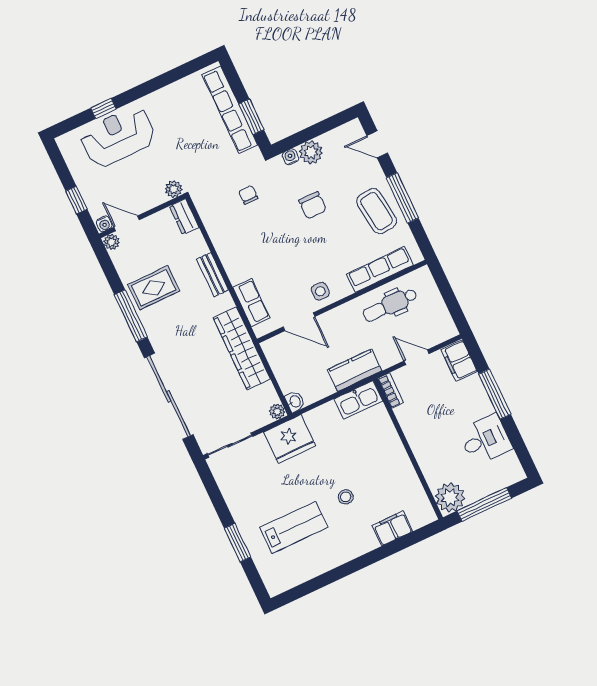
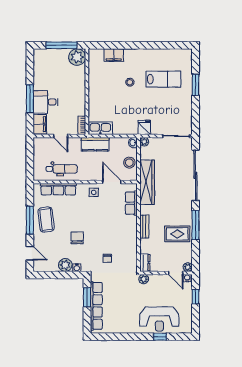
stool: (285, 367) -> (129, 163), added
fridge: (290, 439) -> (144, 127), width x0.53, depth x0.75
desk: (485, 440) -> (46, 102), moved
lab bench: (294, 527) -> (163, 79), turned 180

